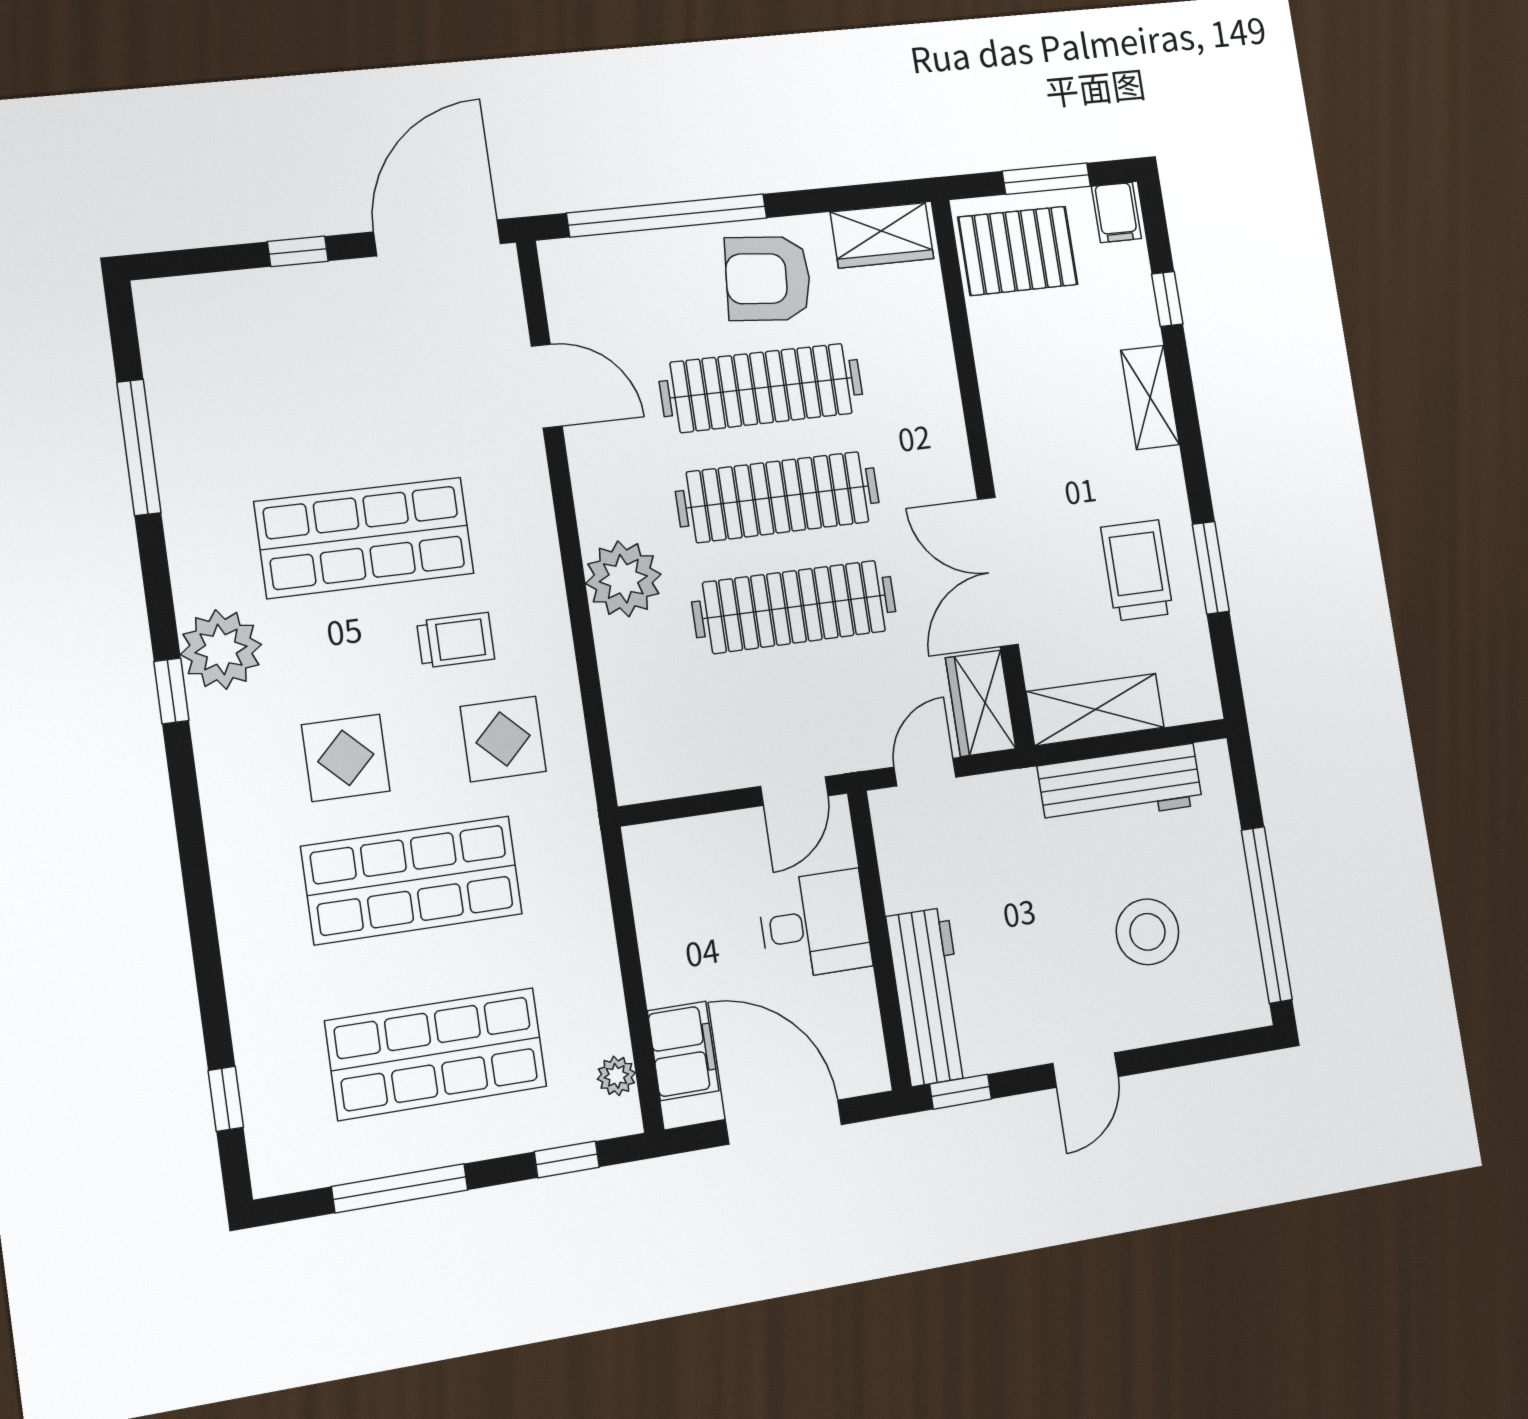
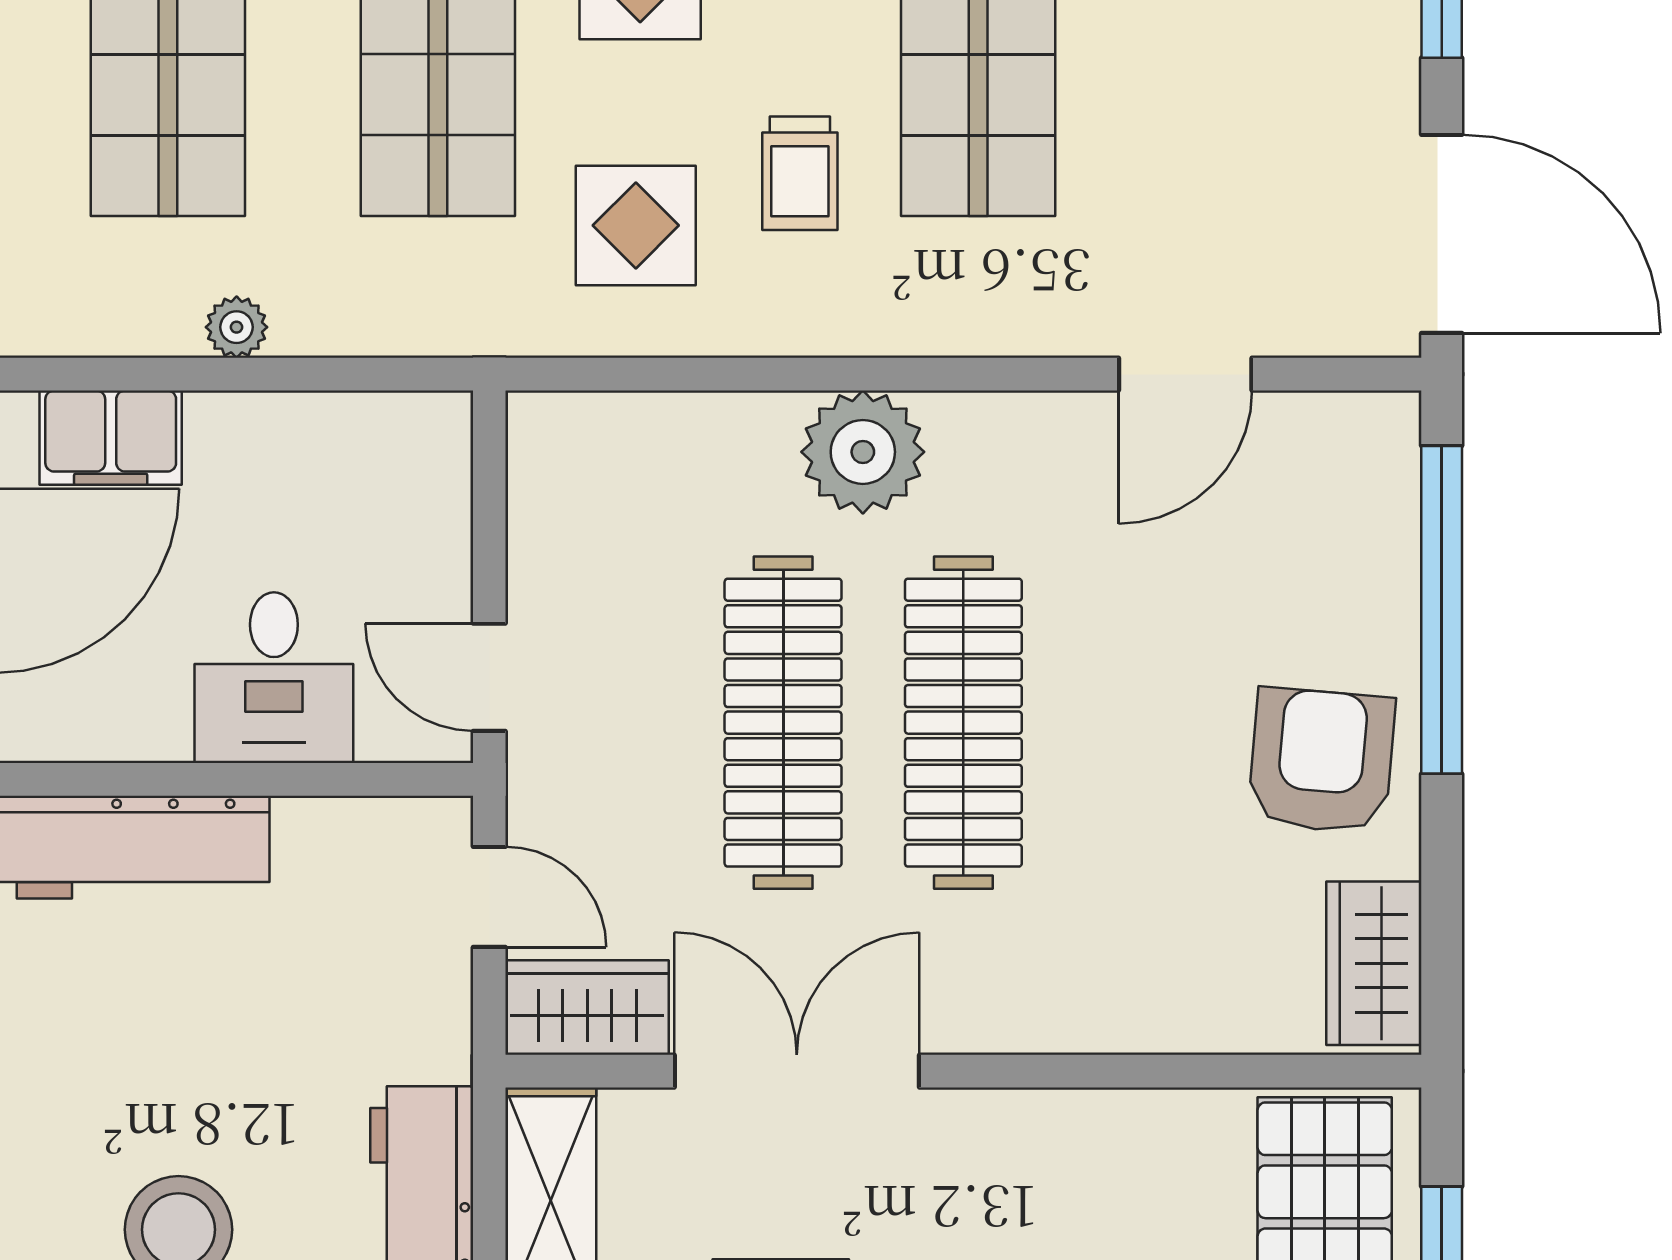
clothes rail: (761, 388) -> (1144, 723), removed
plant: (616, 1076) -> (237, 327), moved

